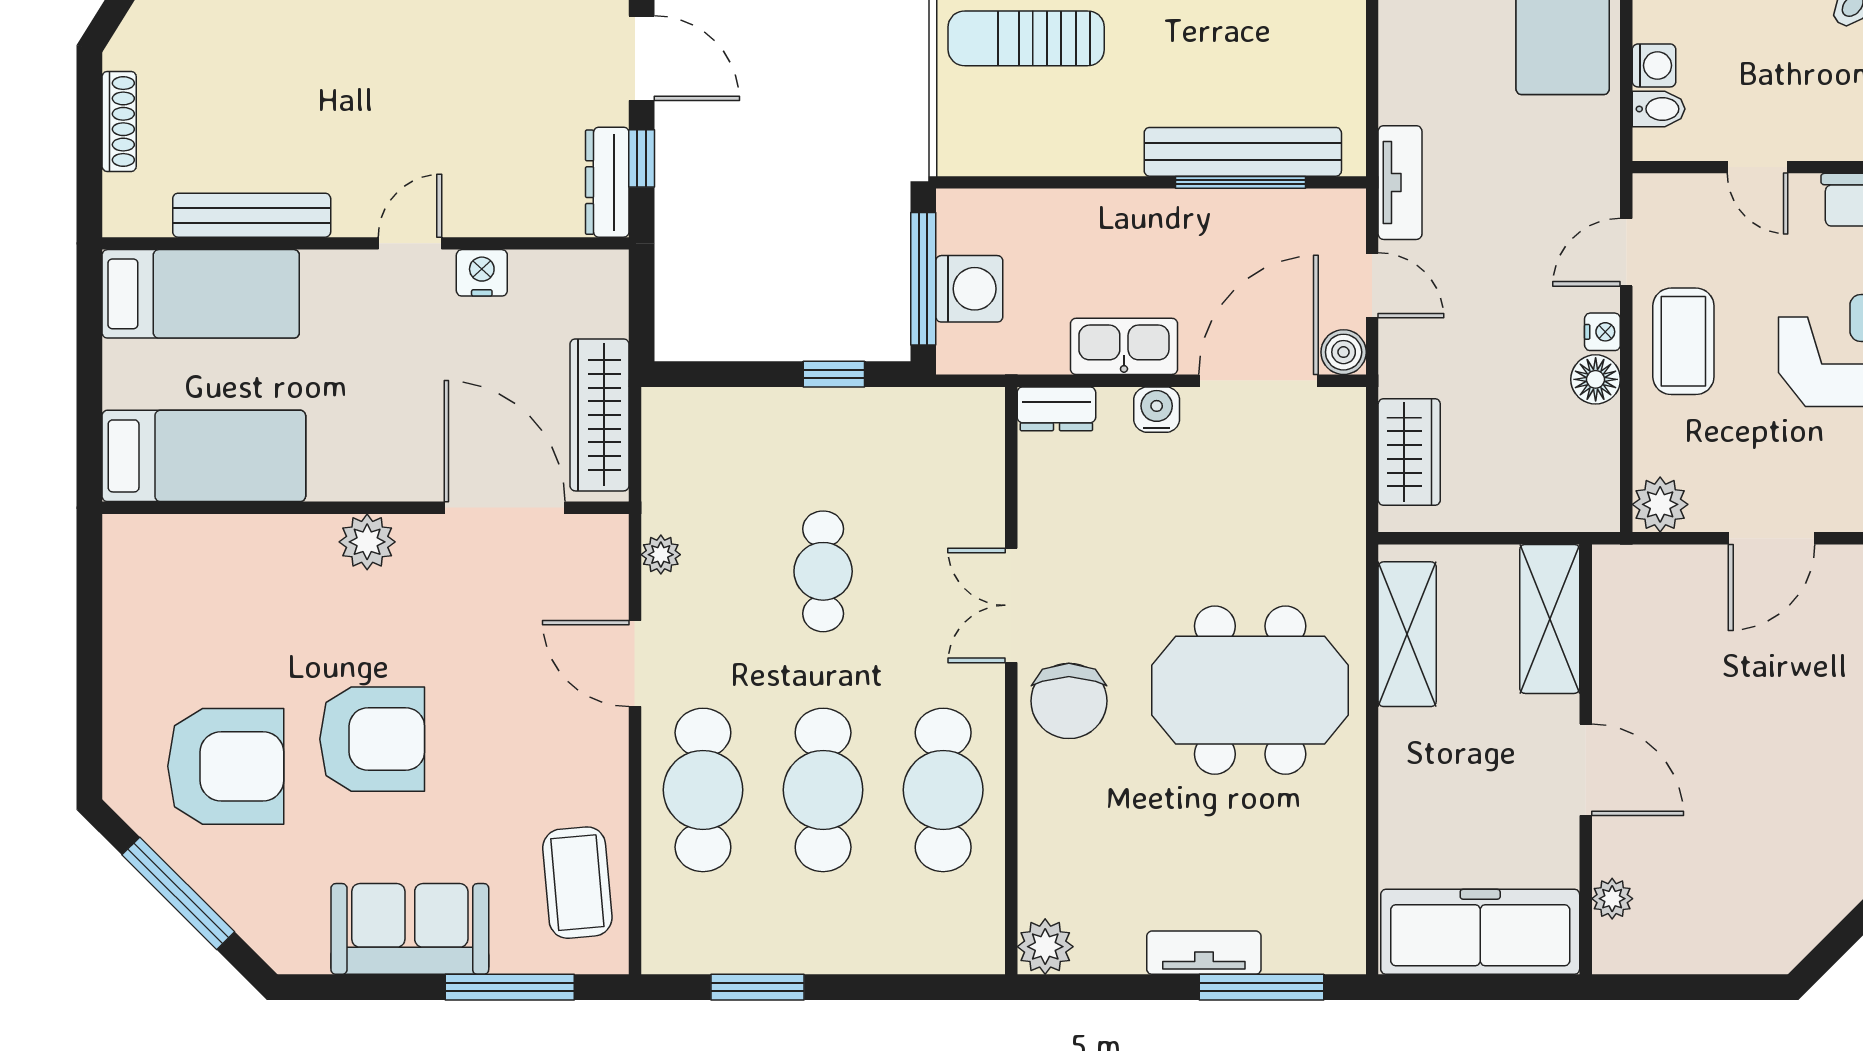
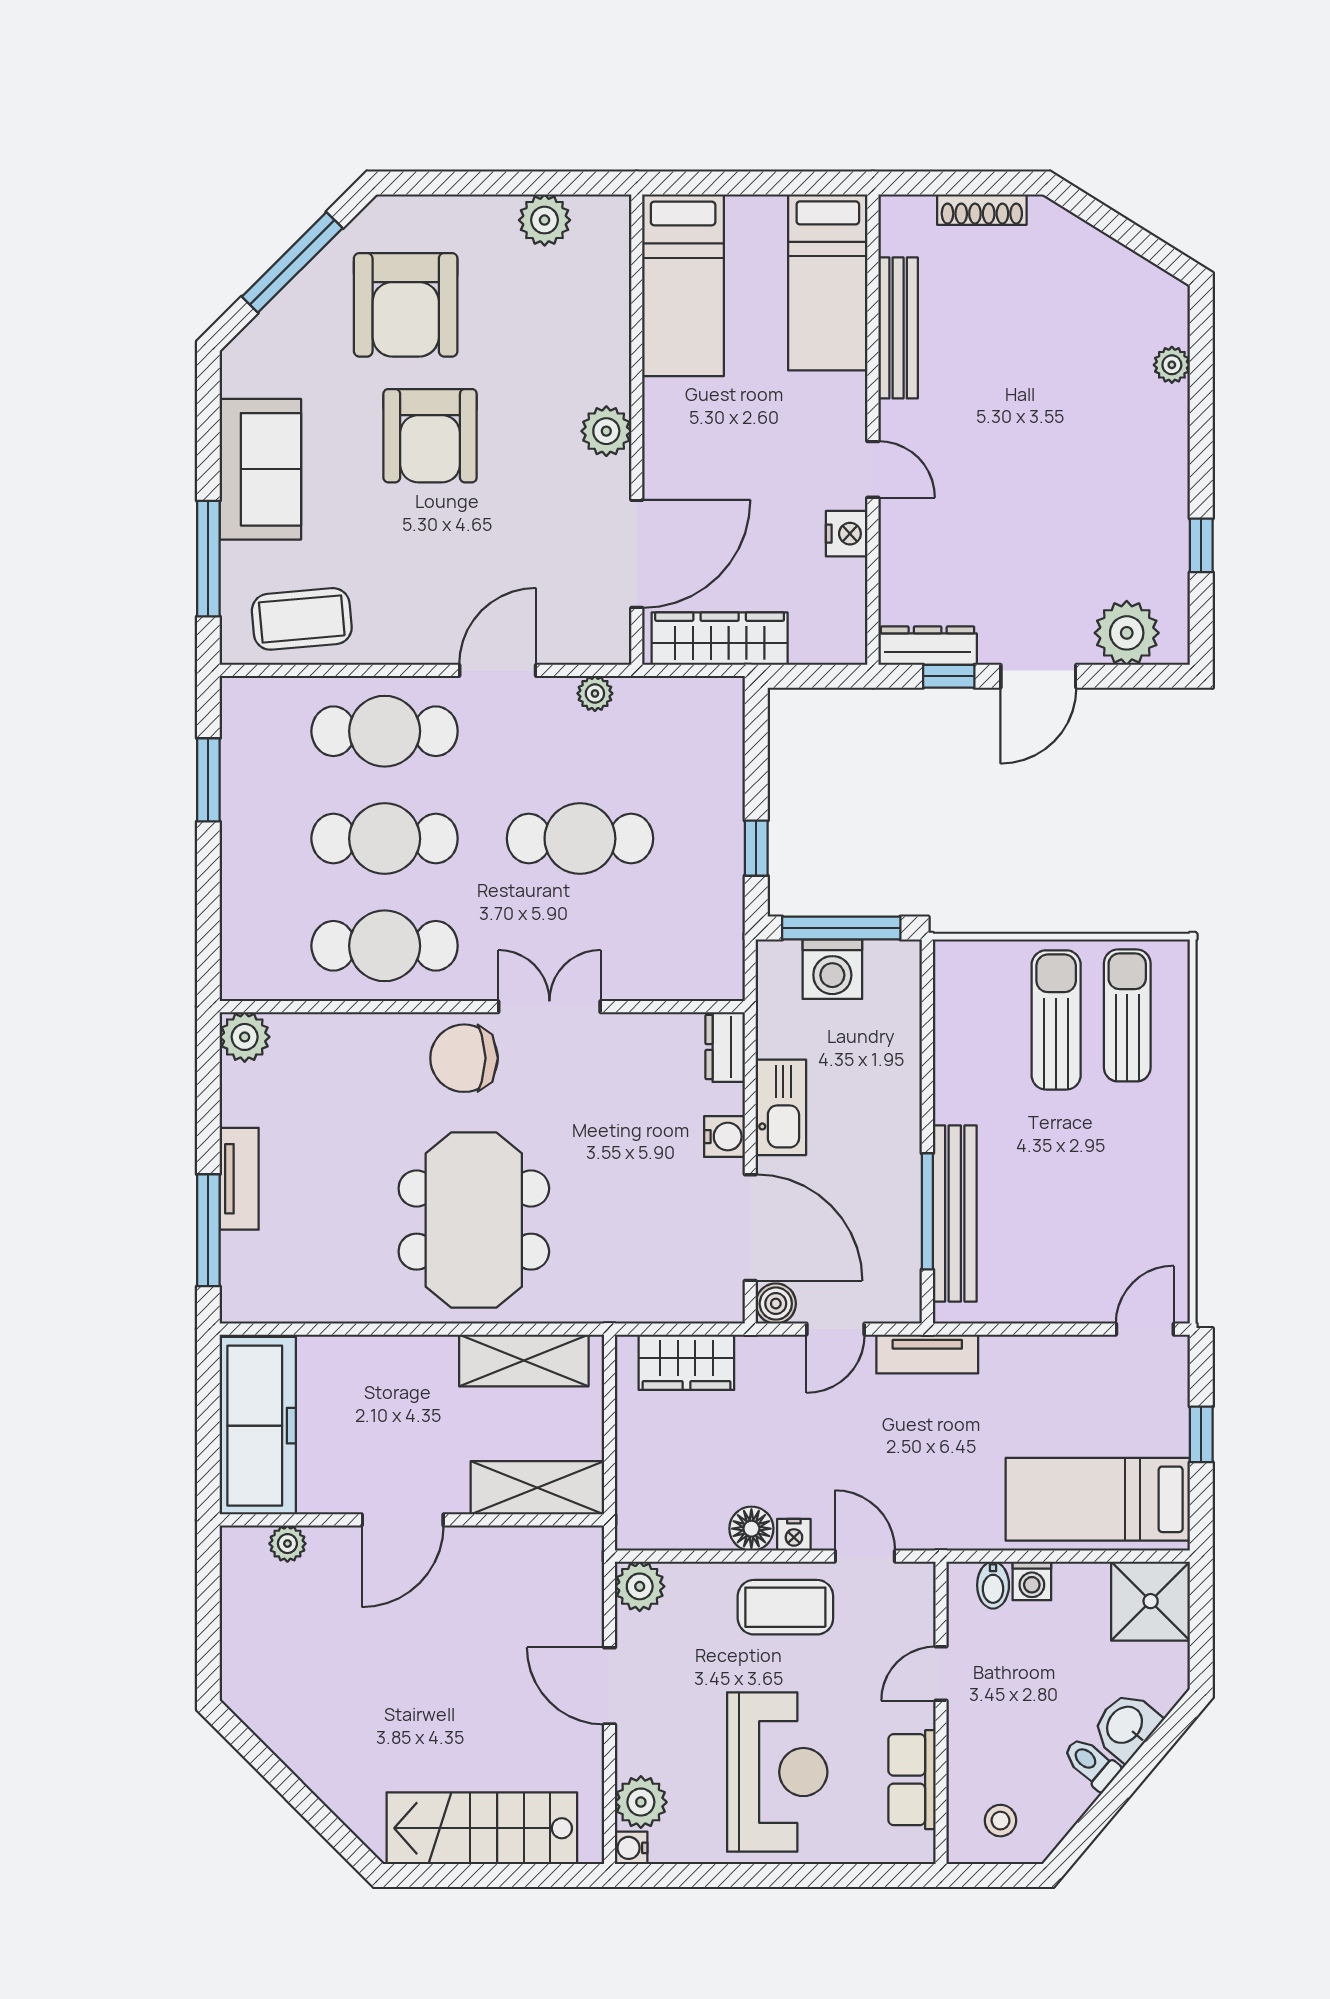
cafe table: (823, 571) -> (580, 839), width x1.37, depth x1.35
plant: (131, 611) -> (545, 220), added

